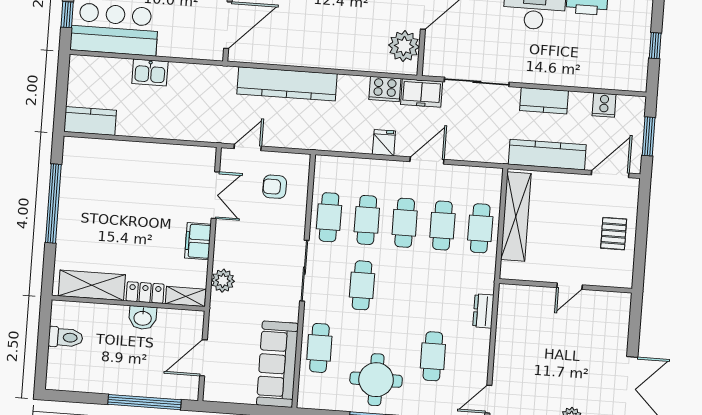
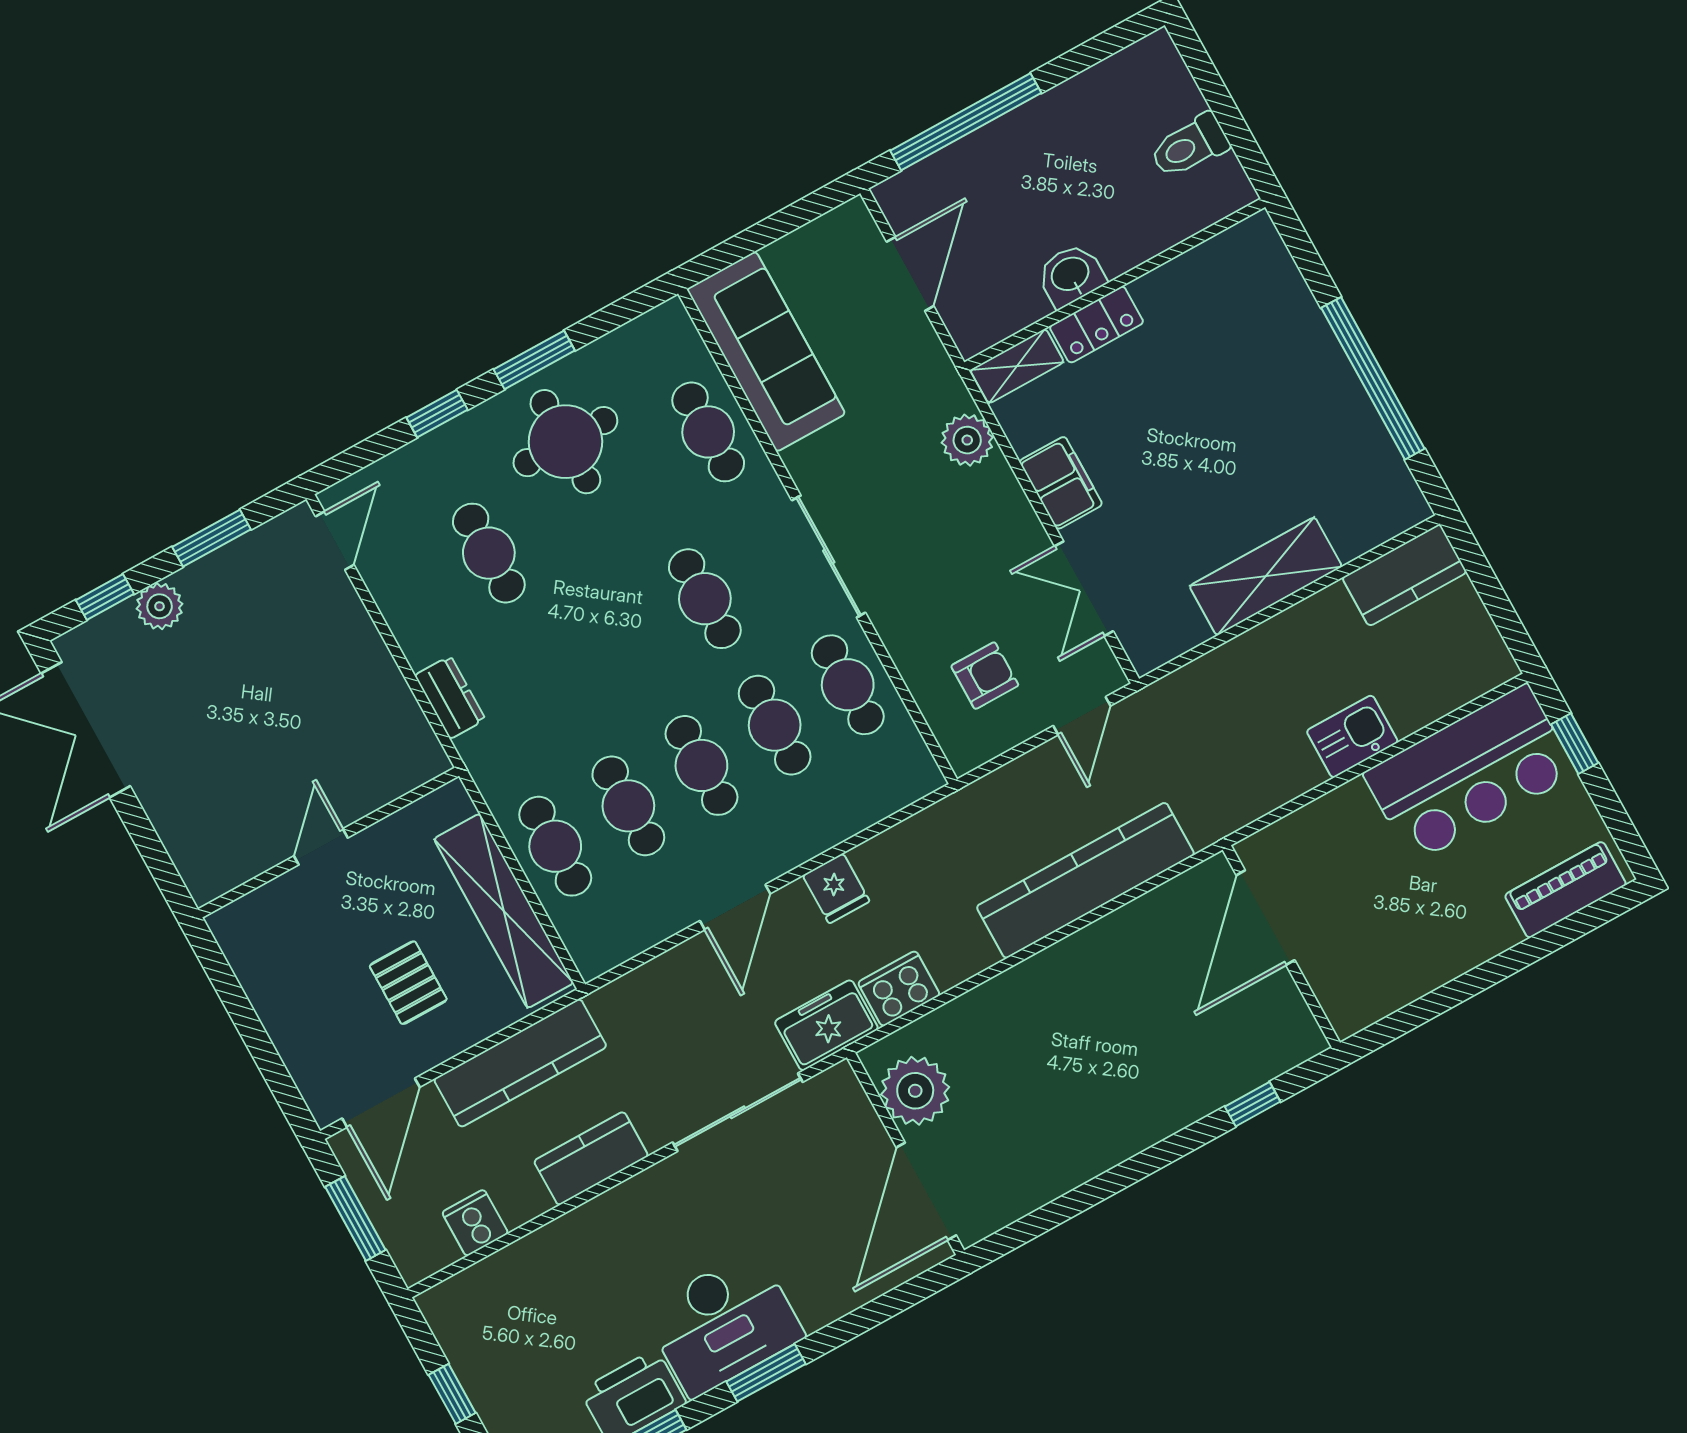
pallet: (614, 234) -> (408, 983), moved
shelving: (92, 285) -> (1266, 576), moved

